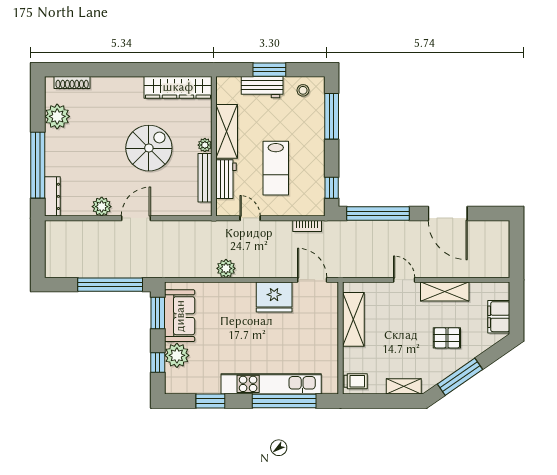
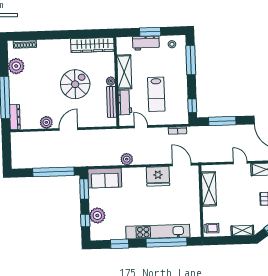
window: (378, 213) -> (222, 121), width x0.68
sofa: (180, 316) -> (105, 178), moved, turned 90

